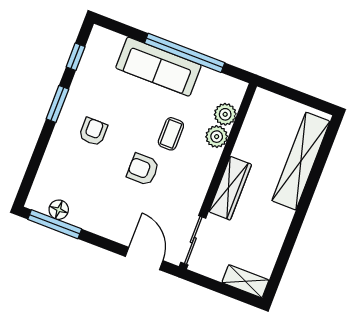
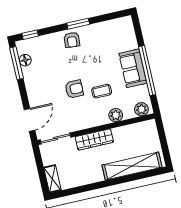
window: (76, 57) -> (30, 35), moved
sofa: (158, 67) -> (133, 68), width x0.73
plant: (225, 114) -> (141, 109), moved
armchair: (93, 132) -> (72, 40), moved, turned 94
armchair: (143, 169) -> (74, 89), turned 90

